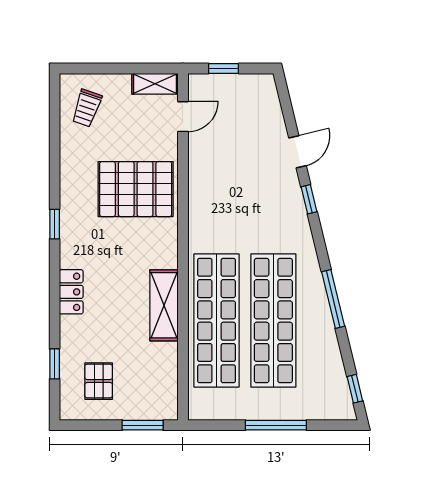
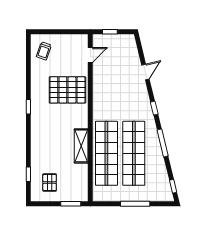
shelving: (155, 84) -> (77, 39), removed
window: (309, 199) -> (154, 108), moved
locker: (71, 292) -> (36, 139), removed

